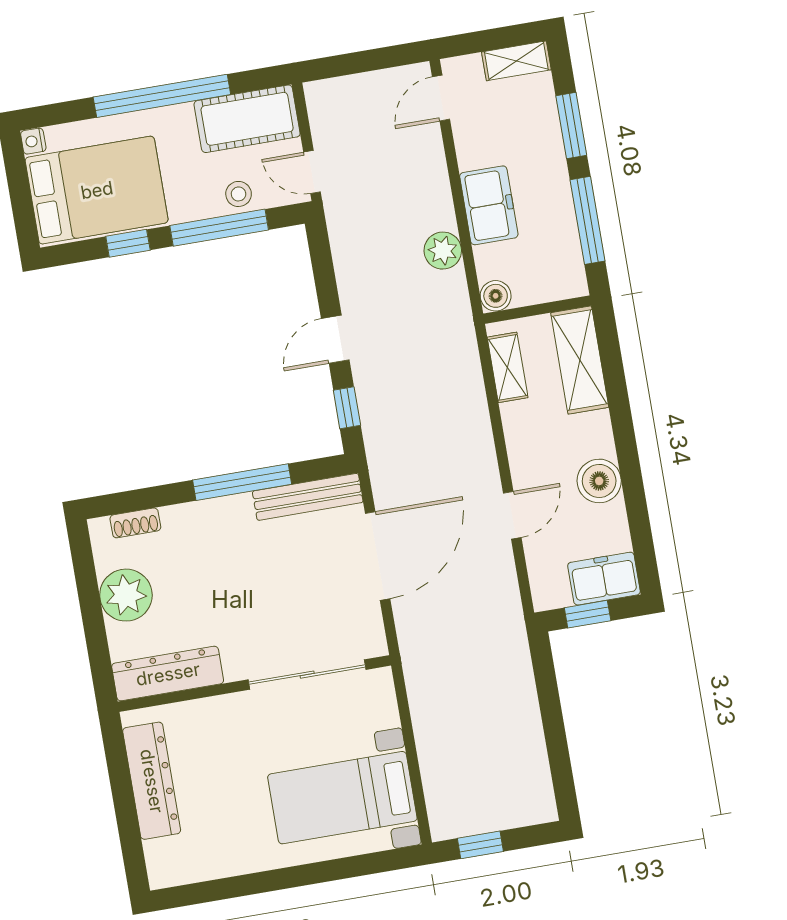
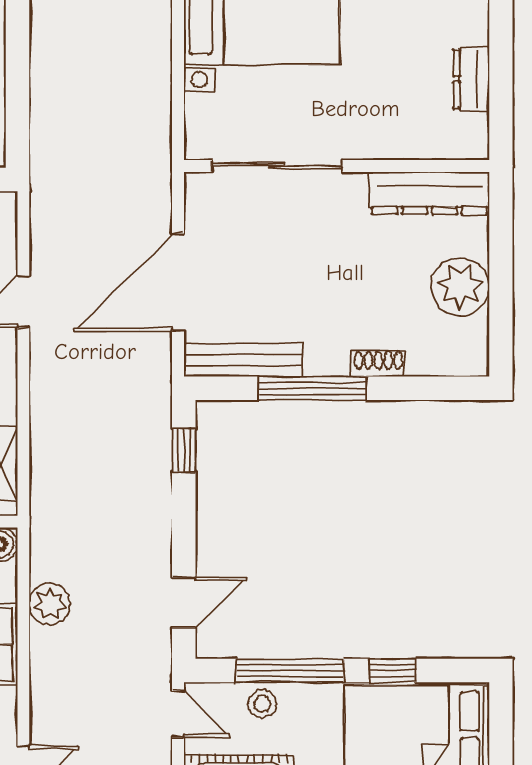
door: (335, 339) -> (184, 602), moved
shoe rack: (135, 523) -> (378, 364), moved
dresser: (152, 781) -> (471, 79), width x0.51, depth x0.80

